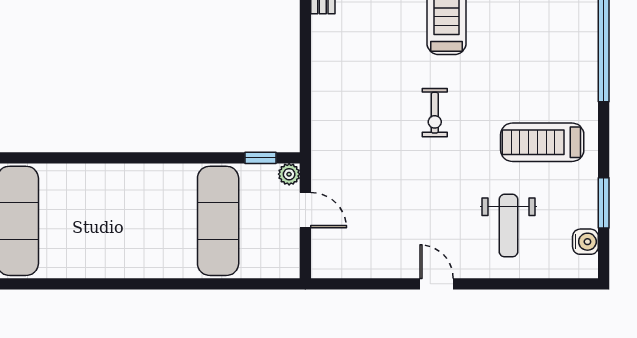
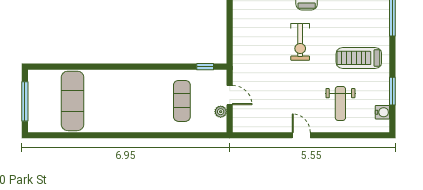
exercise bike: (435, 113) -> (300, 42), width x1.38, depth x1.39
plant: (289, 174) -> (221, 112), moved
exercise mat: (218, 221) -> (182, 101), width x0.73, depth x0.69

